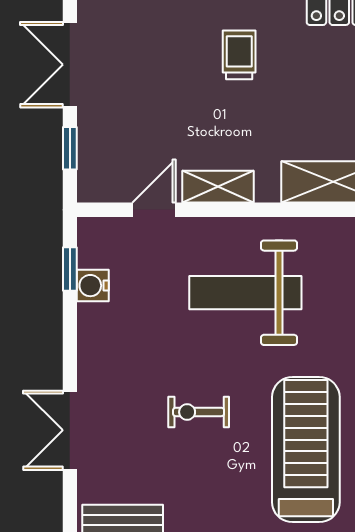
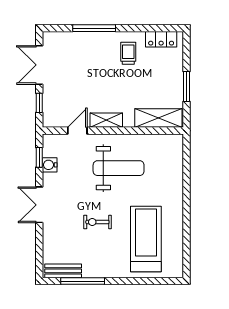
trolley: (239, 55) -> (128, 53), moved
weight bench: (245, 293) -> (119, 168), turned 180
double door: (70, 430) -> (39, 205), moved

